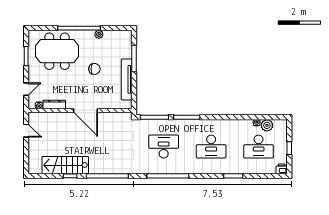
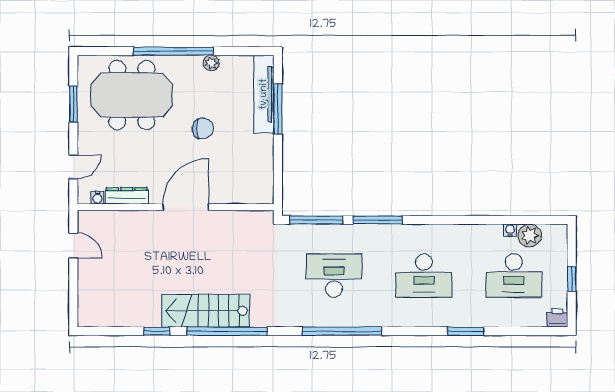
tv unit: (127, 79) -> (264, 94), moved
door: (86, 110) -> (186, 207), swing flipped
stairs: (65, 165) -> (206, 311), moved

